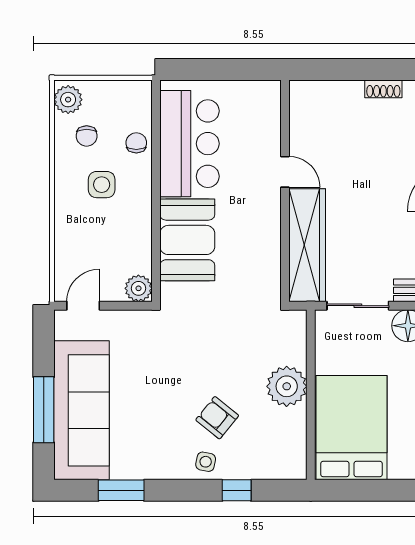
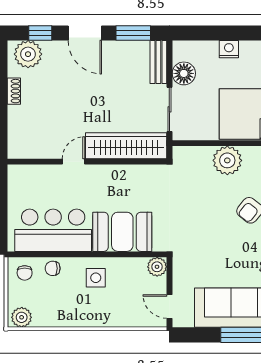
chair: (87, 136) -> (25, 273), moved, turned 90
side table: (102, 185) -> (96, 278), moved

